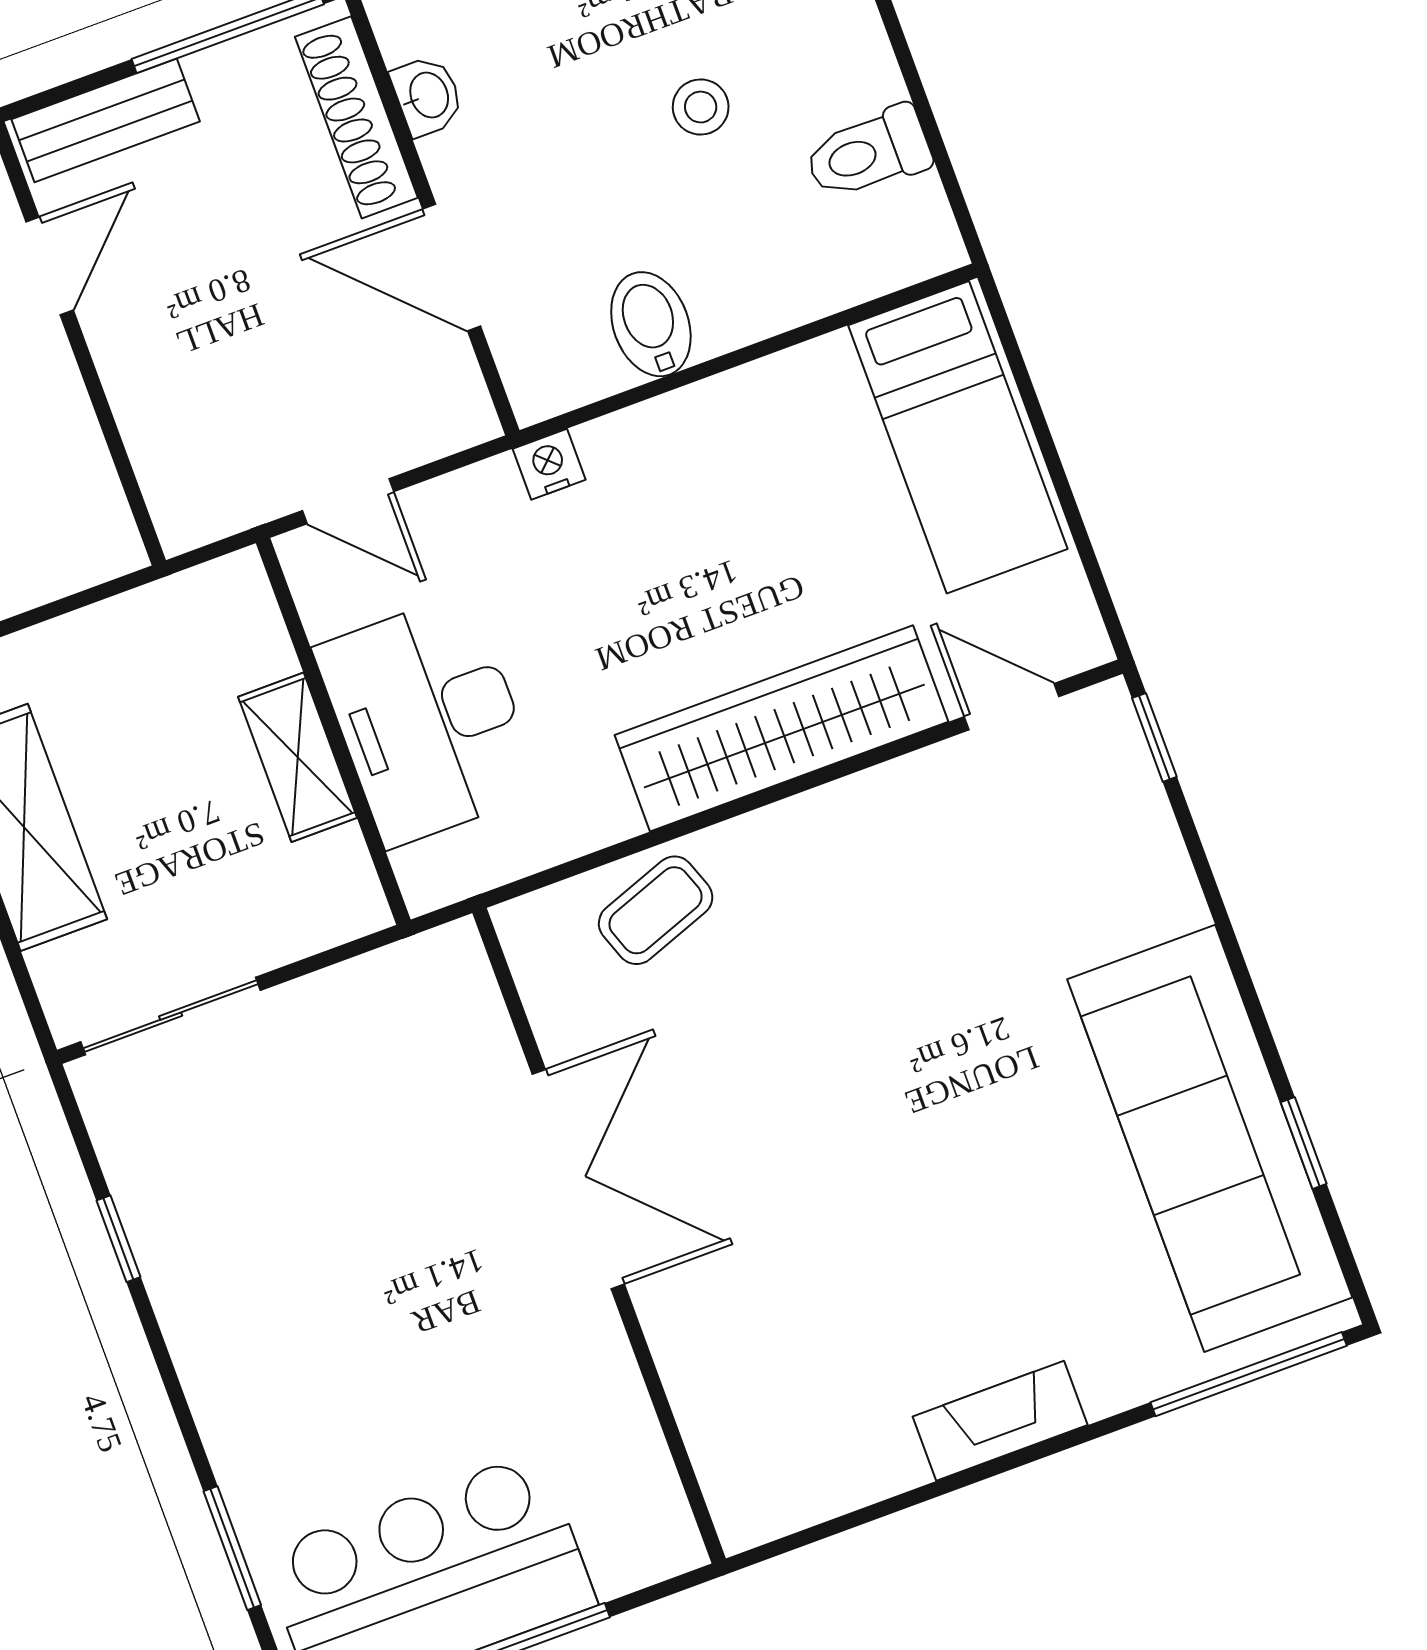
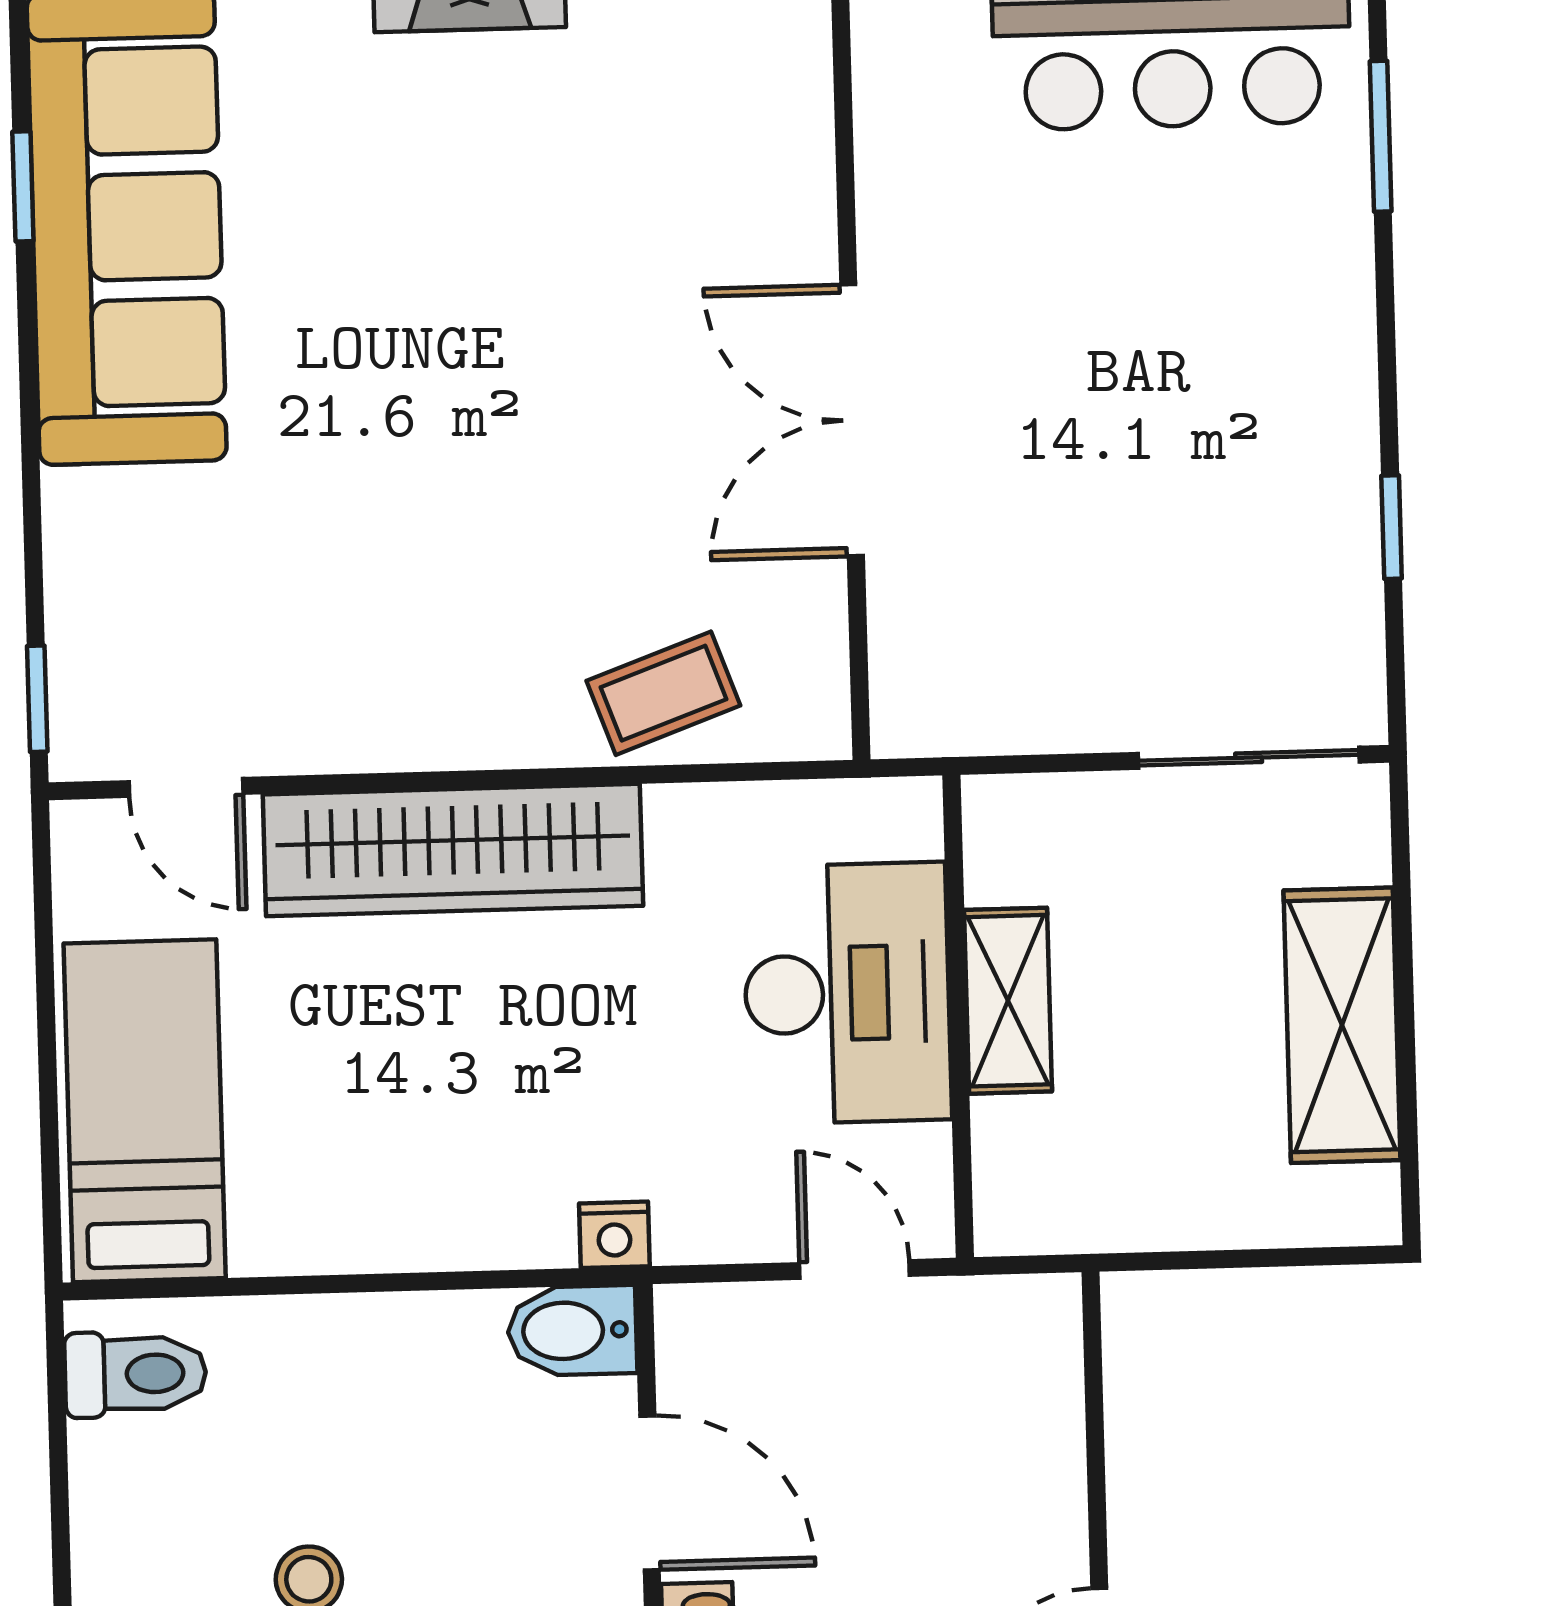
toilet: (868, 153) -> (135, 1374), moved
bidet: (651, 324) -> (572, 1331), moved, turned 90

